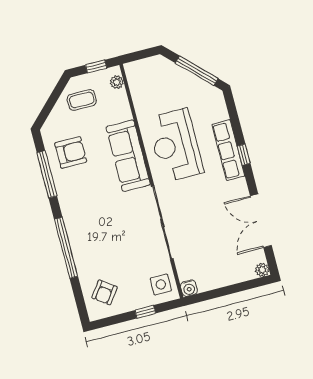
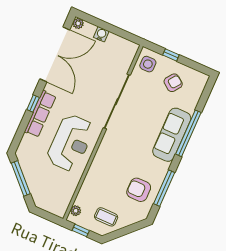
sofa: (128, 156) -> (172, 135), moved, turned 180
double door: (261, 221) -> (55, 54), width x1.36
water cooler: (189, 288) -> (101, 34), moved
armchair: (104, 292) -> (173, 83), moved

